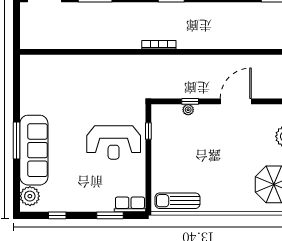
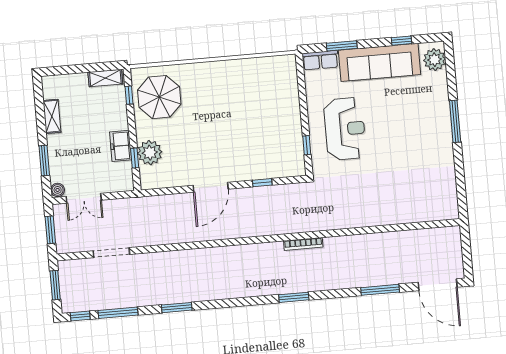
plant: (188, 110) -> (264, 173), removed
reception desk: (114, 142) -> (345, 129), turned 90
sofa: (34, 150) -> (380, 62), moved, turned -90
sun lounger: (178, 201) -> (267, 69), removed

